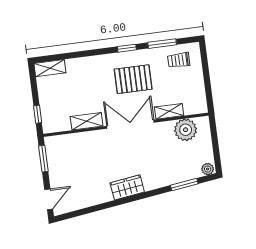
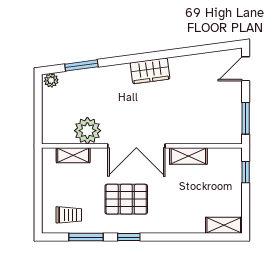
shelving: (169, 111) -> (73, 155), moved
plant: (186, 130) -> (87, 131), moved

